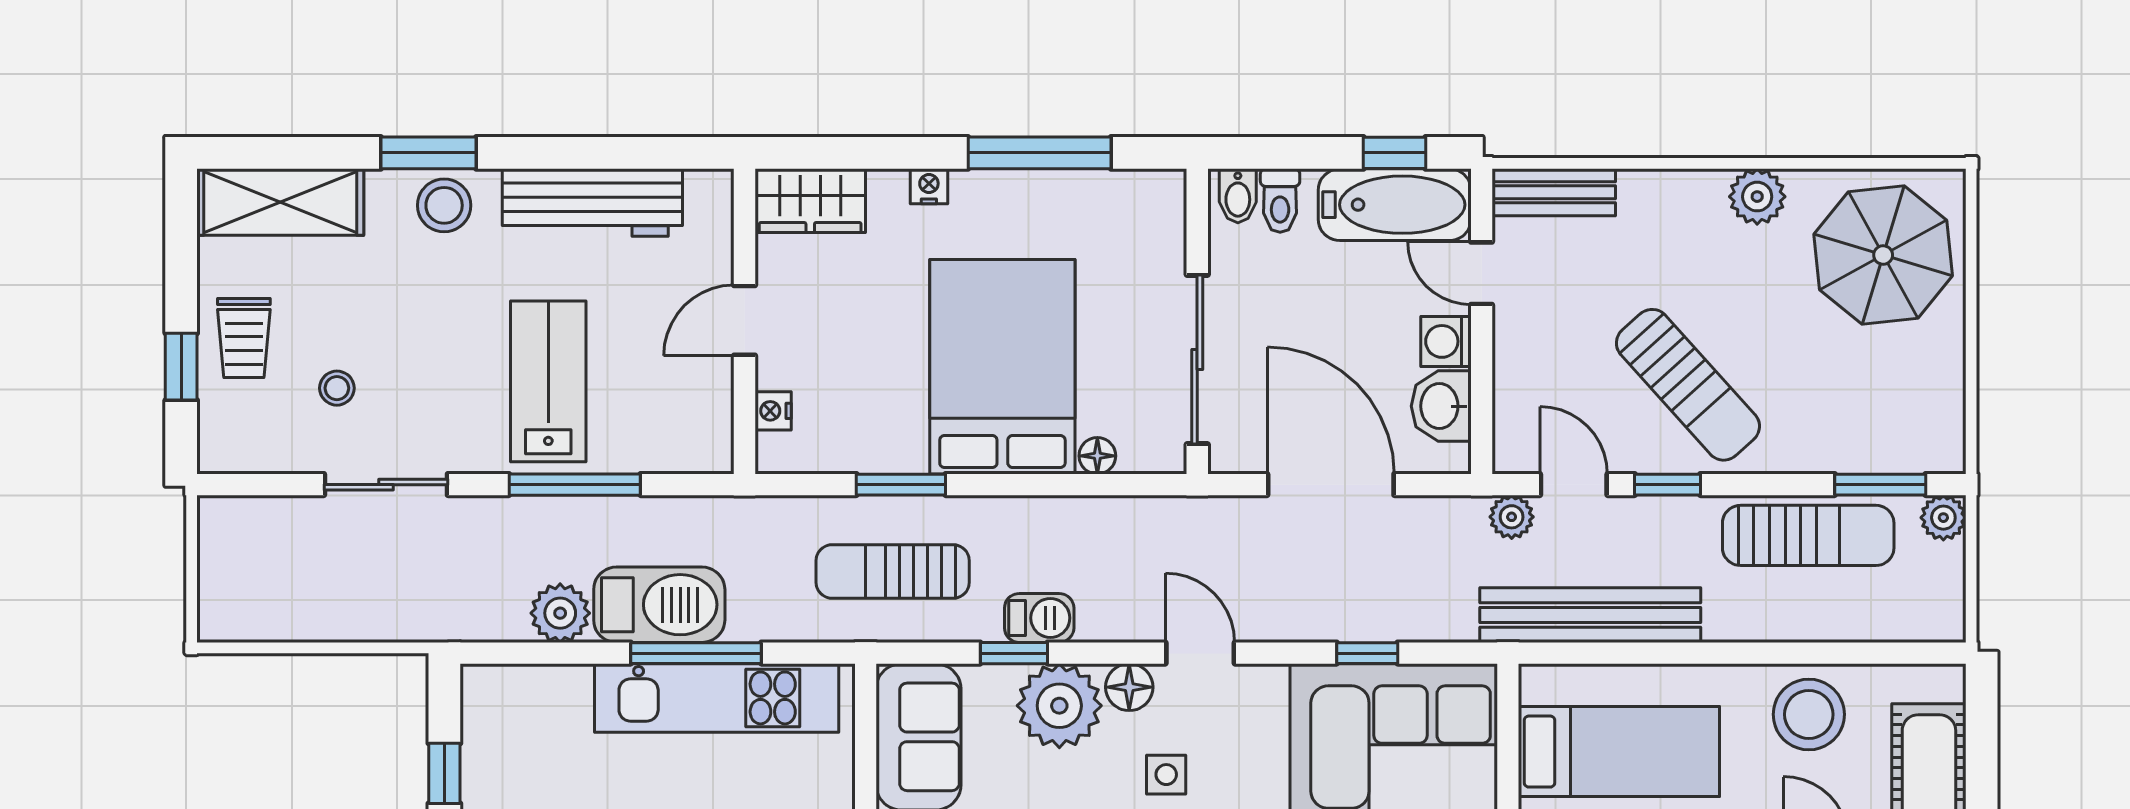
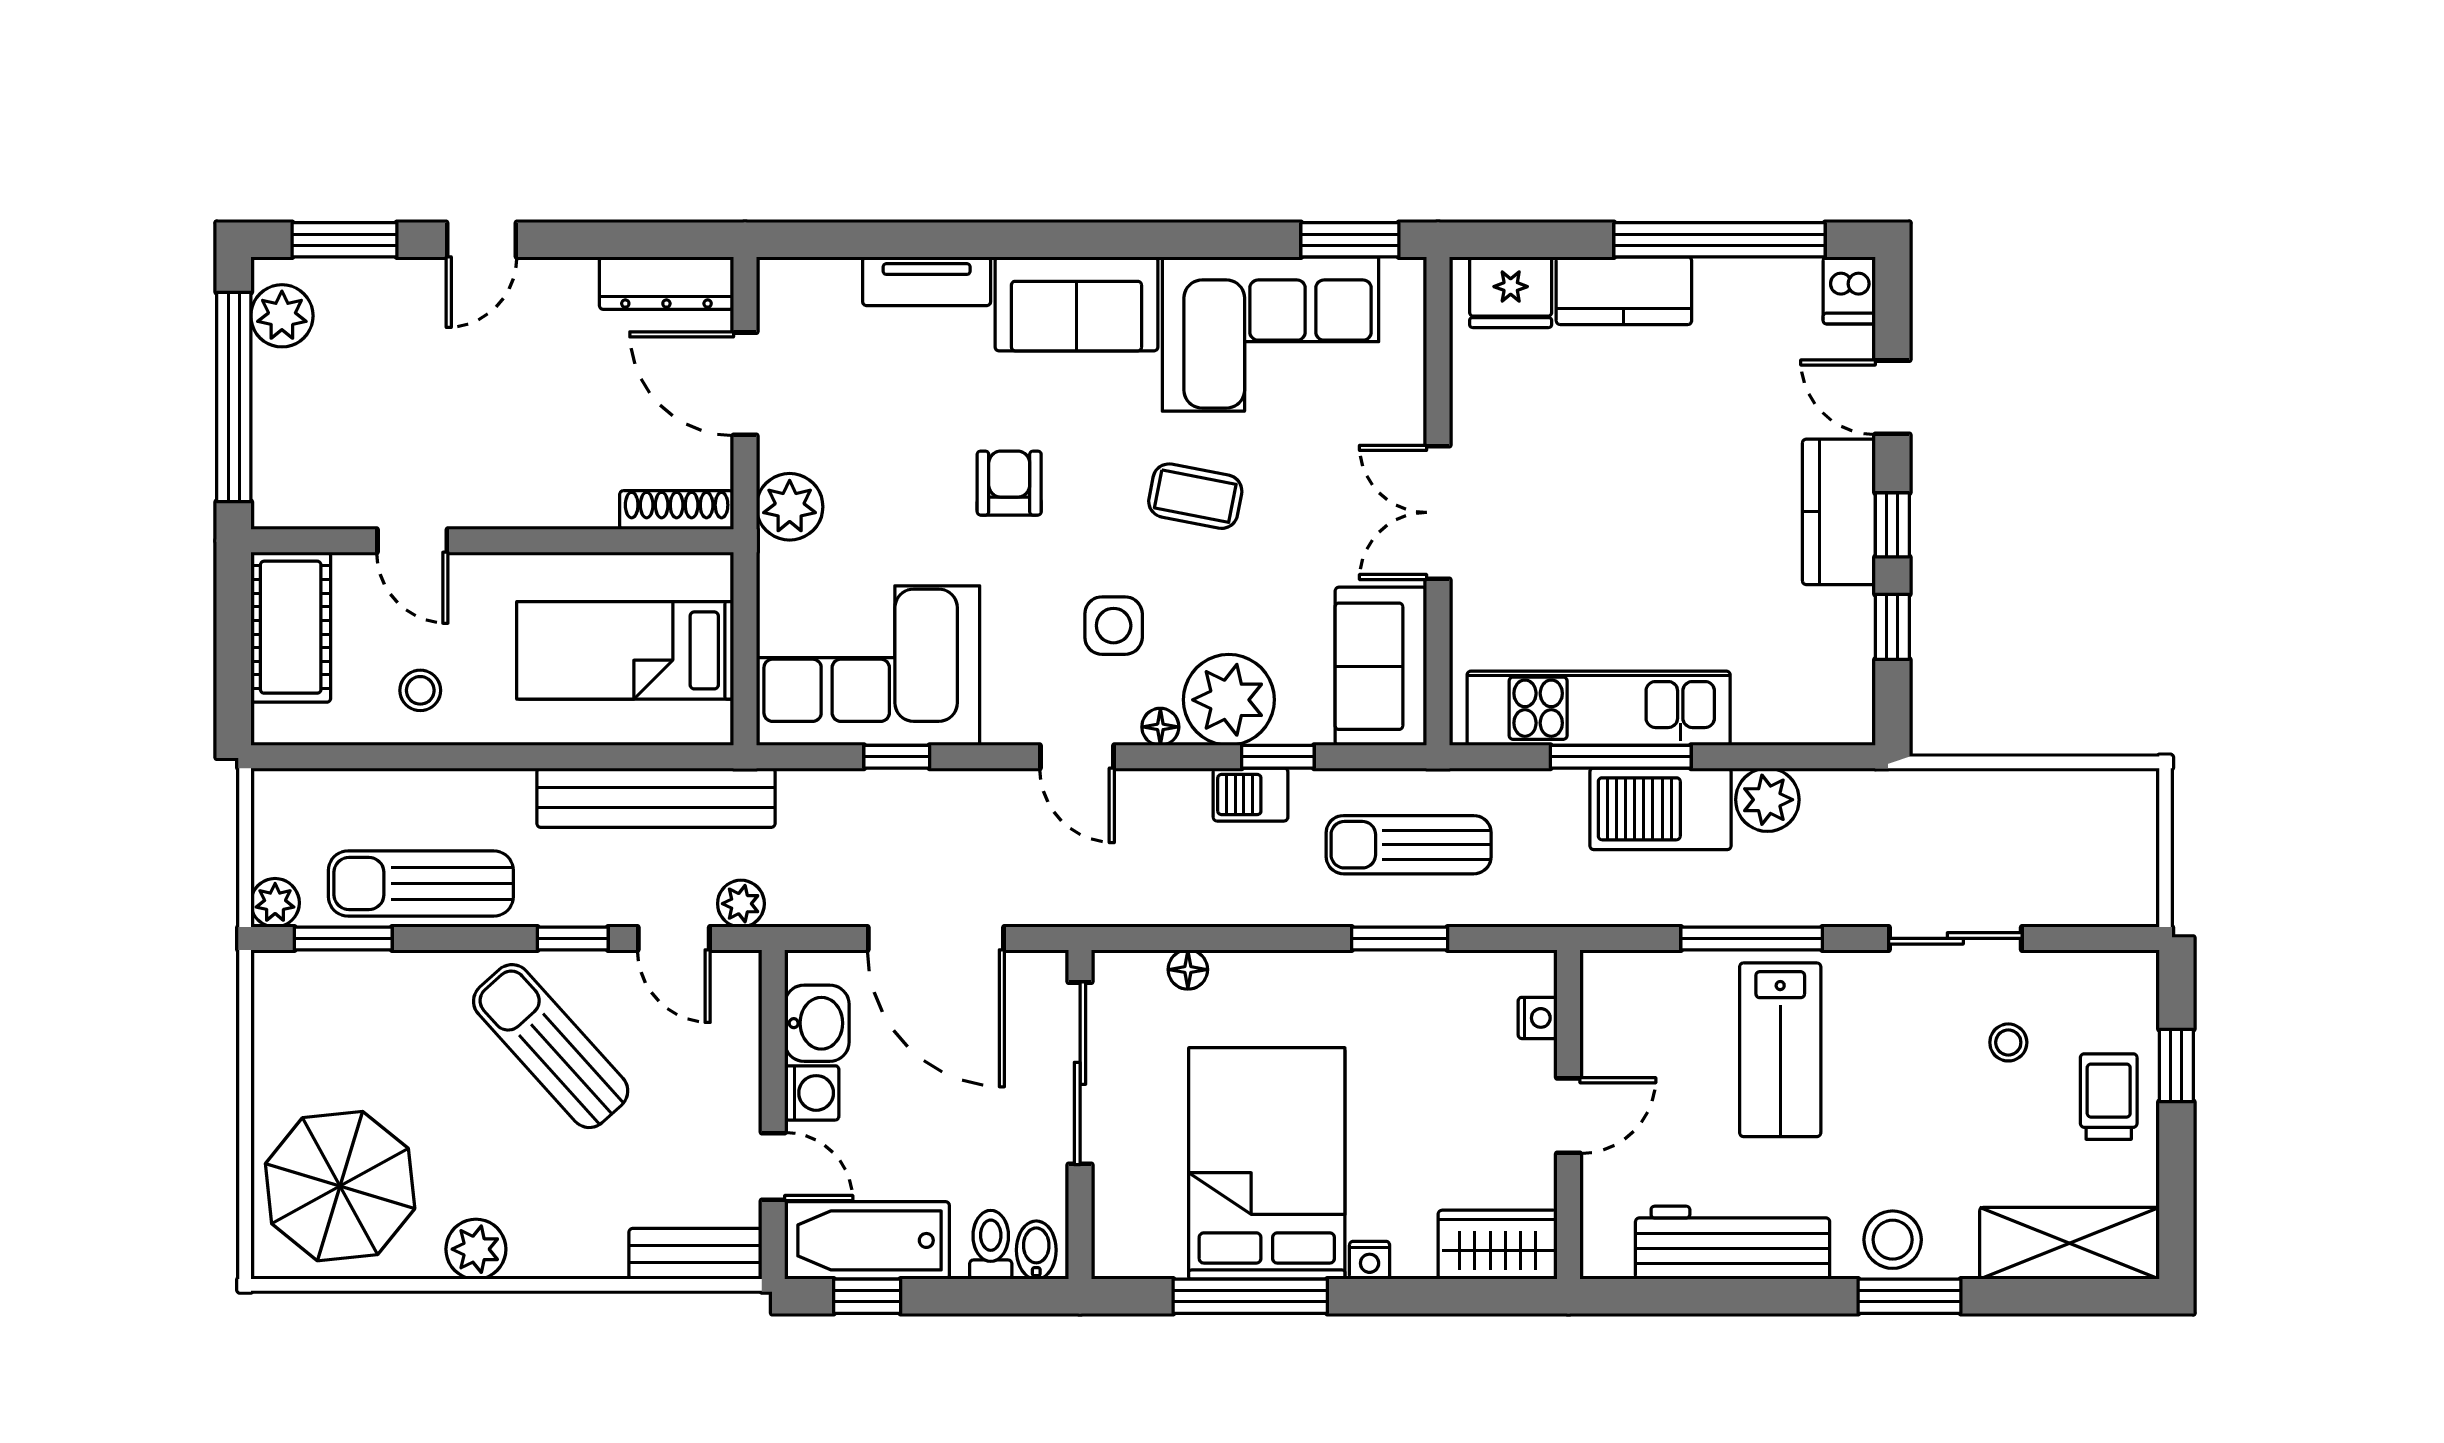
bed: (1002, 367) -> (1267, 1163), moved, turned 180
sun lounger: (893, 571) -> (1409, 845), turned 180
floor lamp: (1129, 687) -> (1160, 727), width x0.73, depth x0.73
stool: (1809, 714) -> (420, 690), width x0.53, depth x0.53
side table: (1166, 775) -> (1114, 626), width x1.37, depth x1.37

